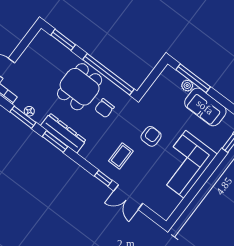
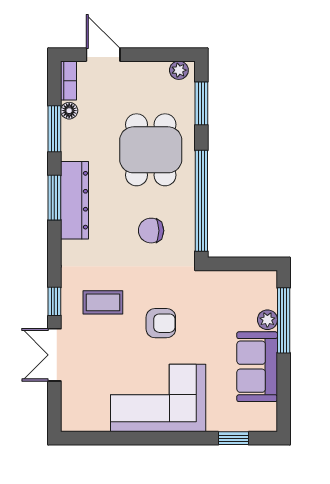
plant: (40, 39) -> (179, 70), added
dining table: (80, 87) -> (151, 150), moved, turned 90
floor lamp: (29, 111) -> (69, 111), moved

